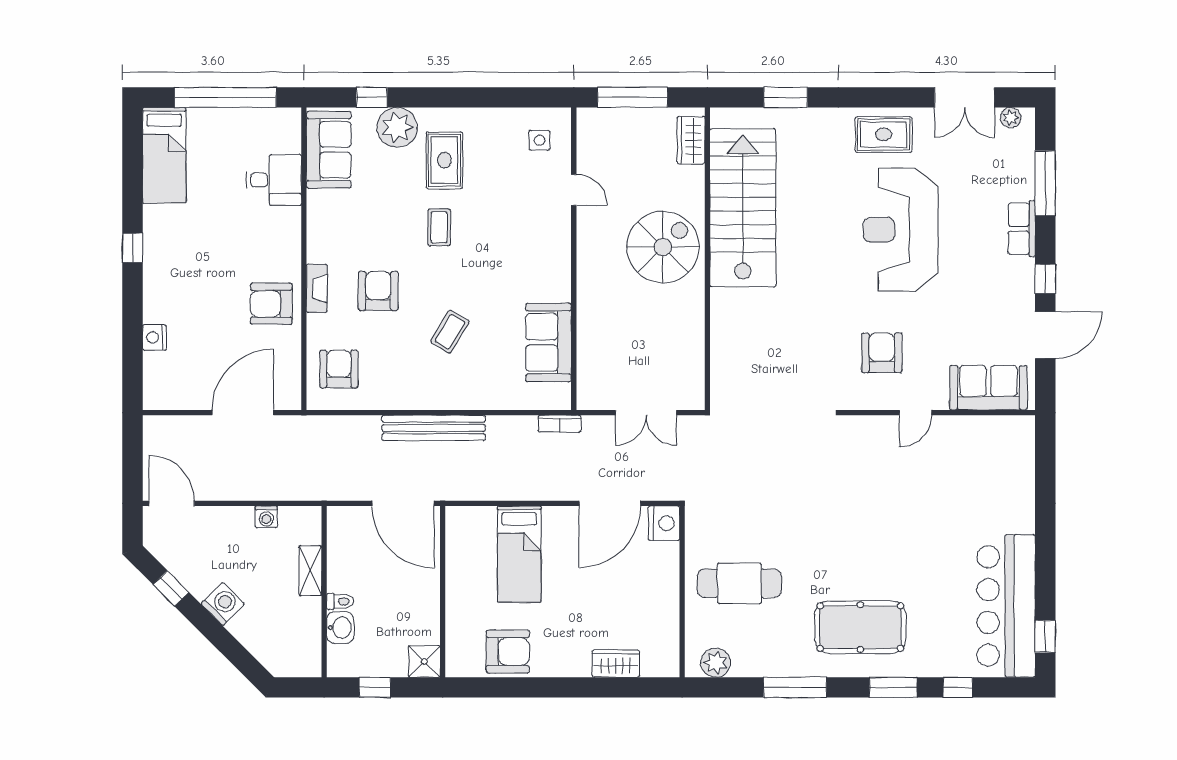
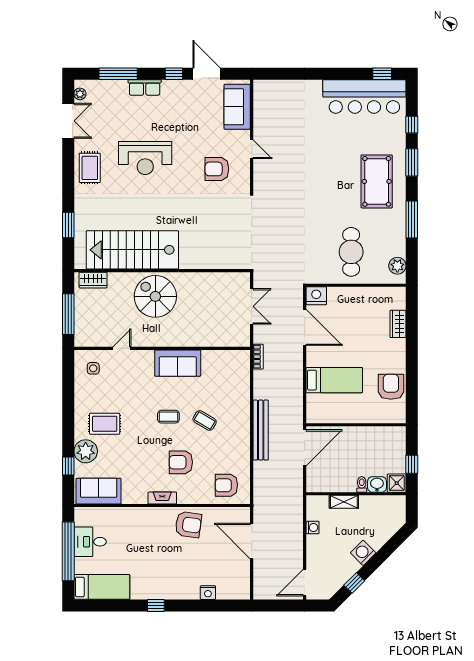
desk: (274, 180) -> (90, 542), moved, turned -90
coffee table: (439, 227) -> (168, 417), moved
reception desk: (901, 230) -> (145, 158), width x0.74, depth x0.77
fireplace: (317, 288) -> (162, 498), moved
armchair: (271, 304) -> (188, 525), turned -82
sofa: (548, 342) -> (178, 363), moved
shower: (424, 661) -> (397, 483), moved

